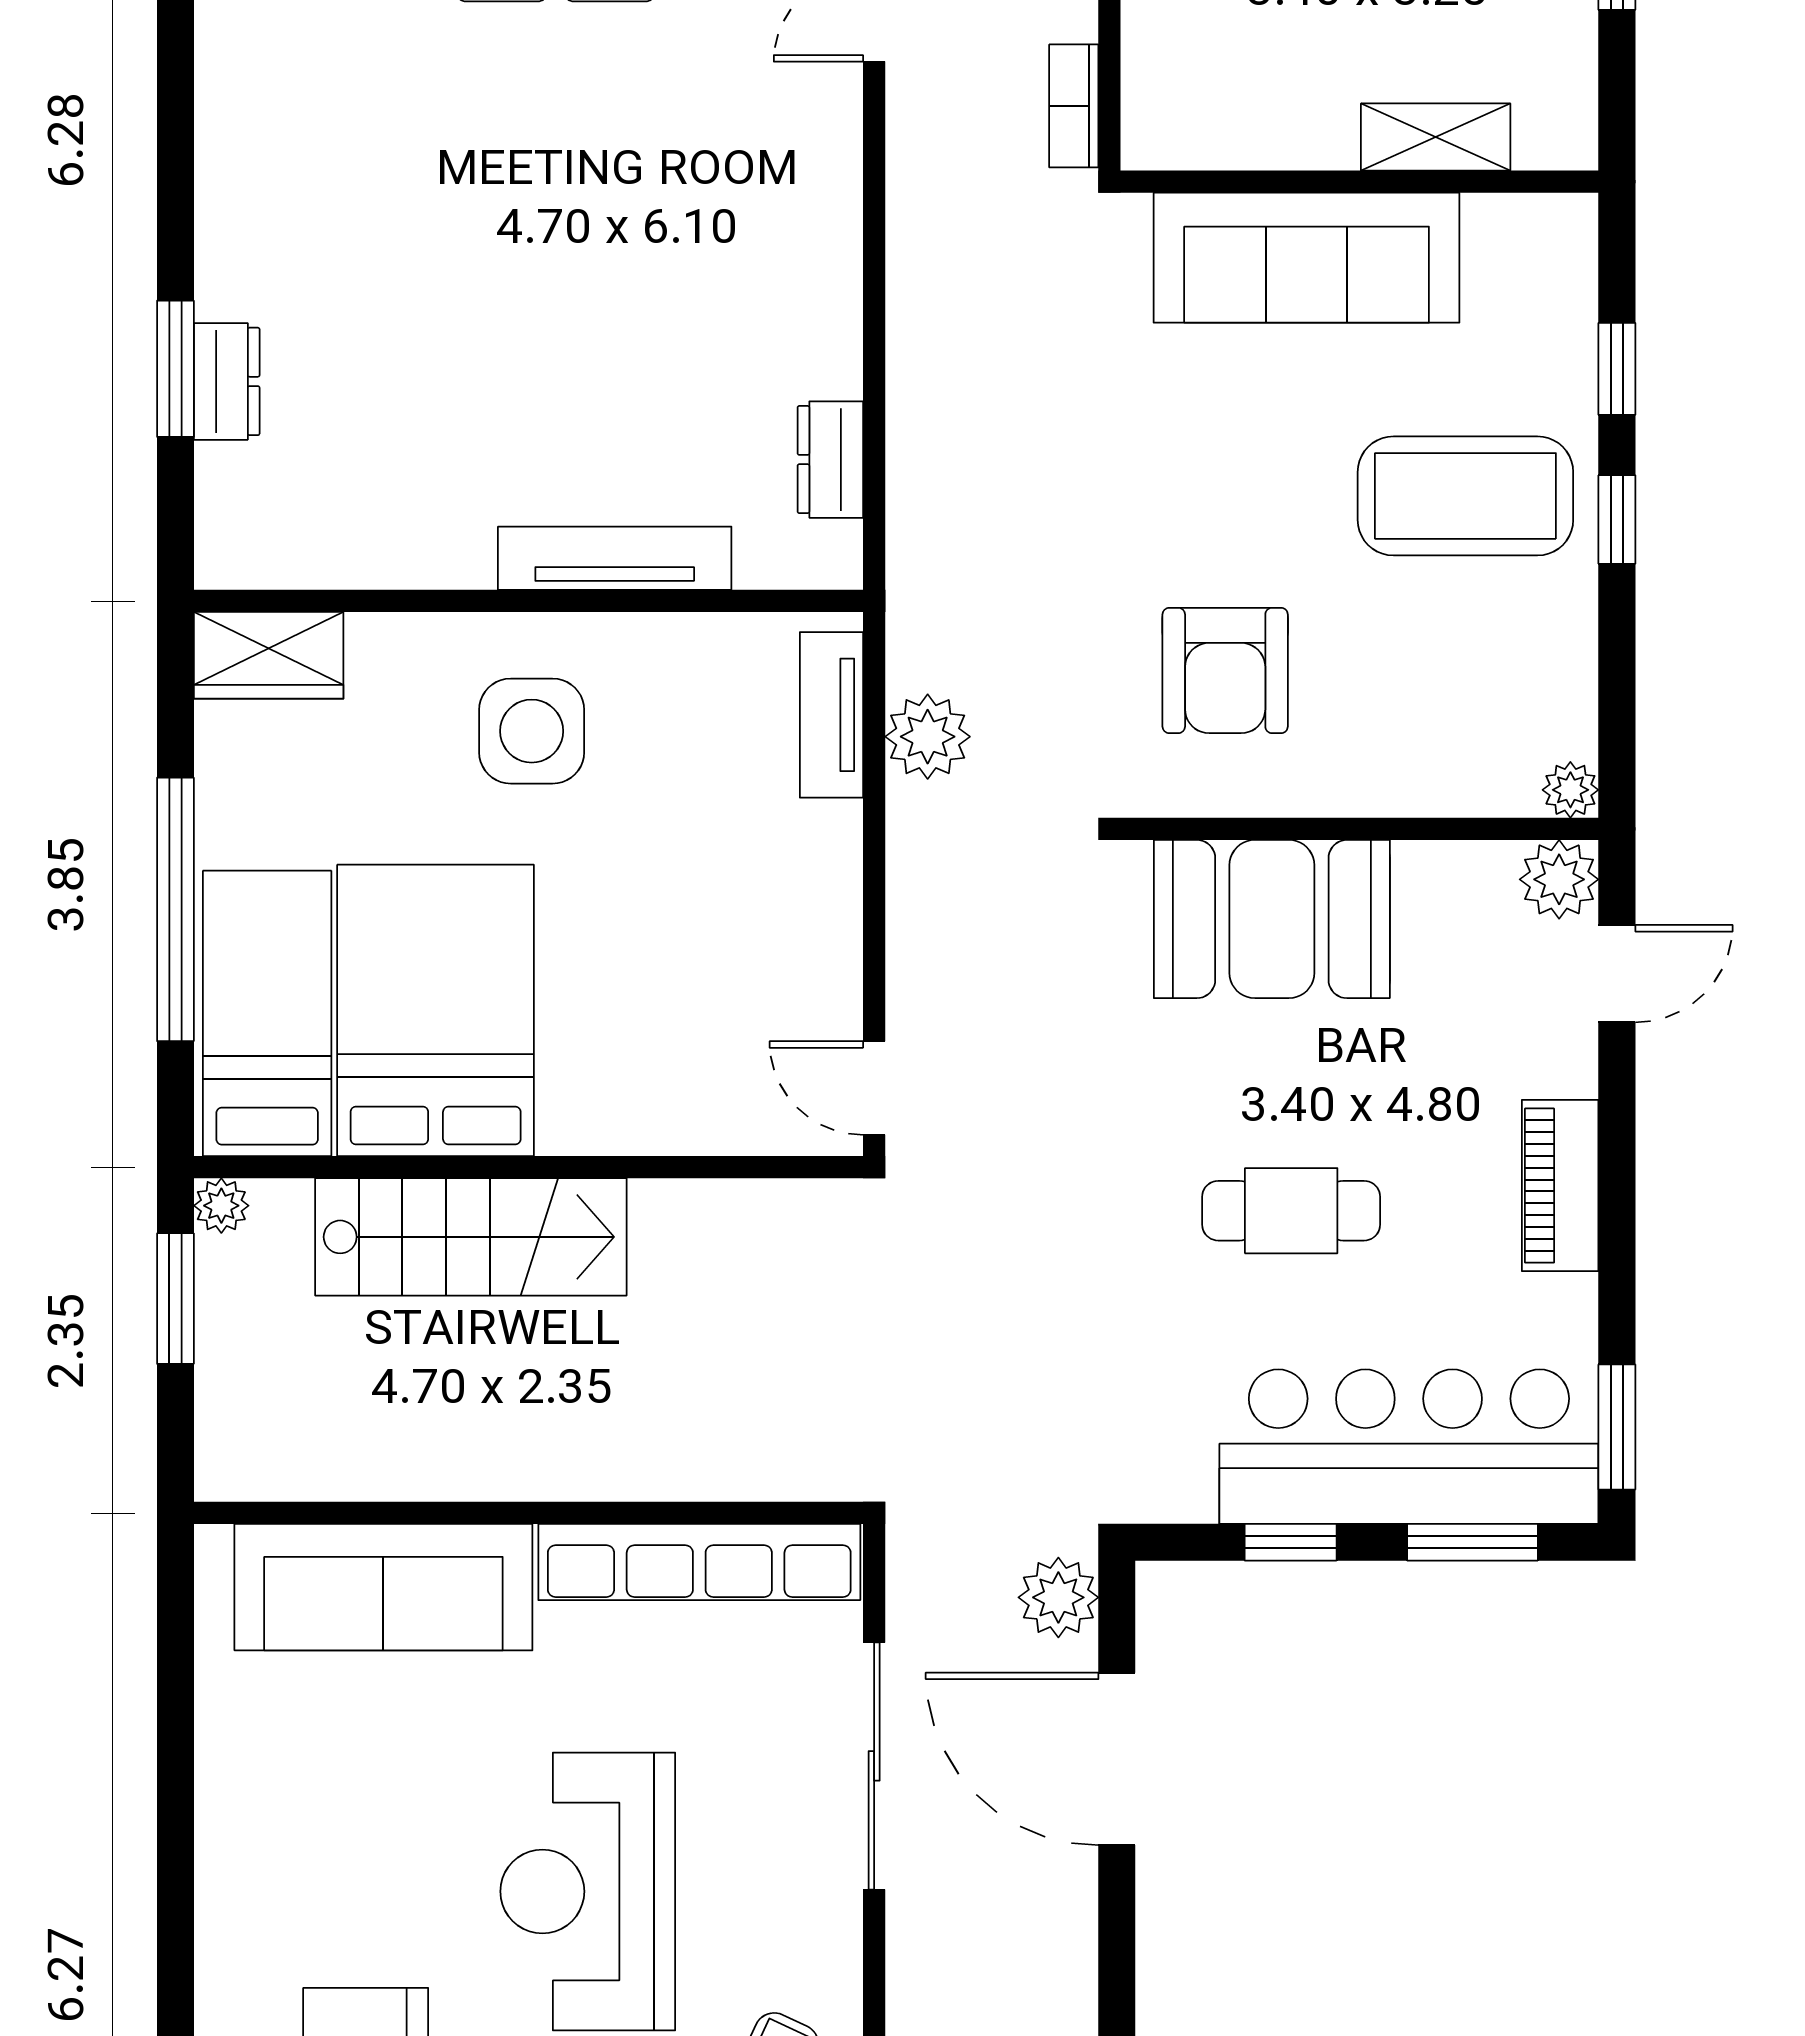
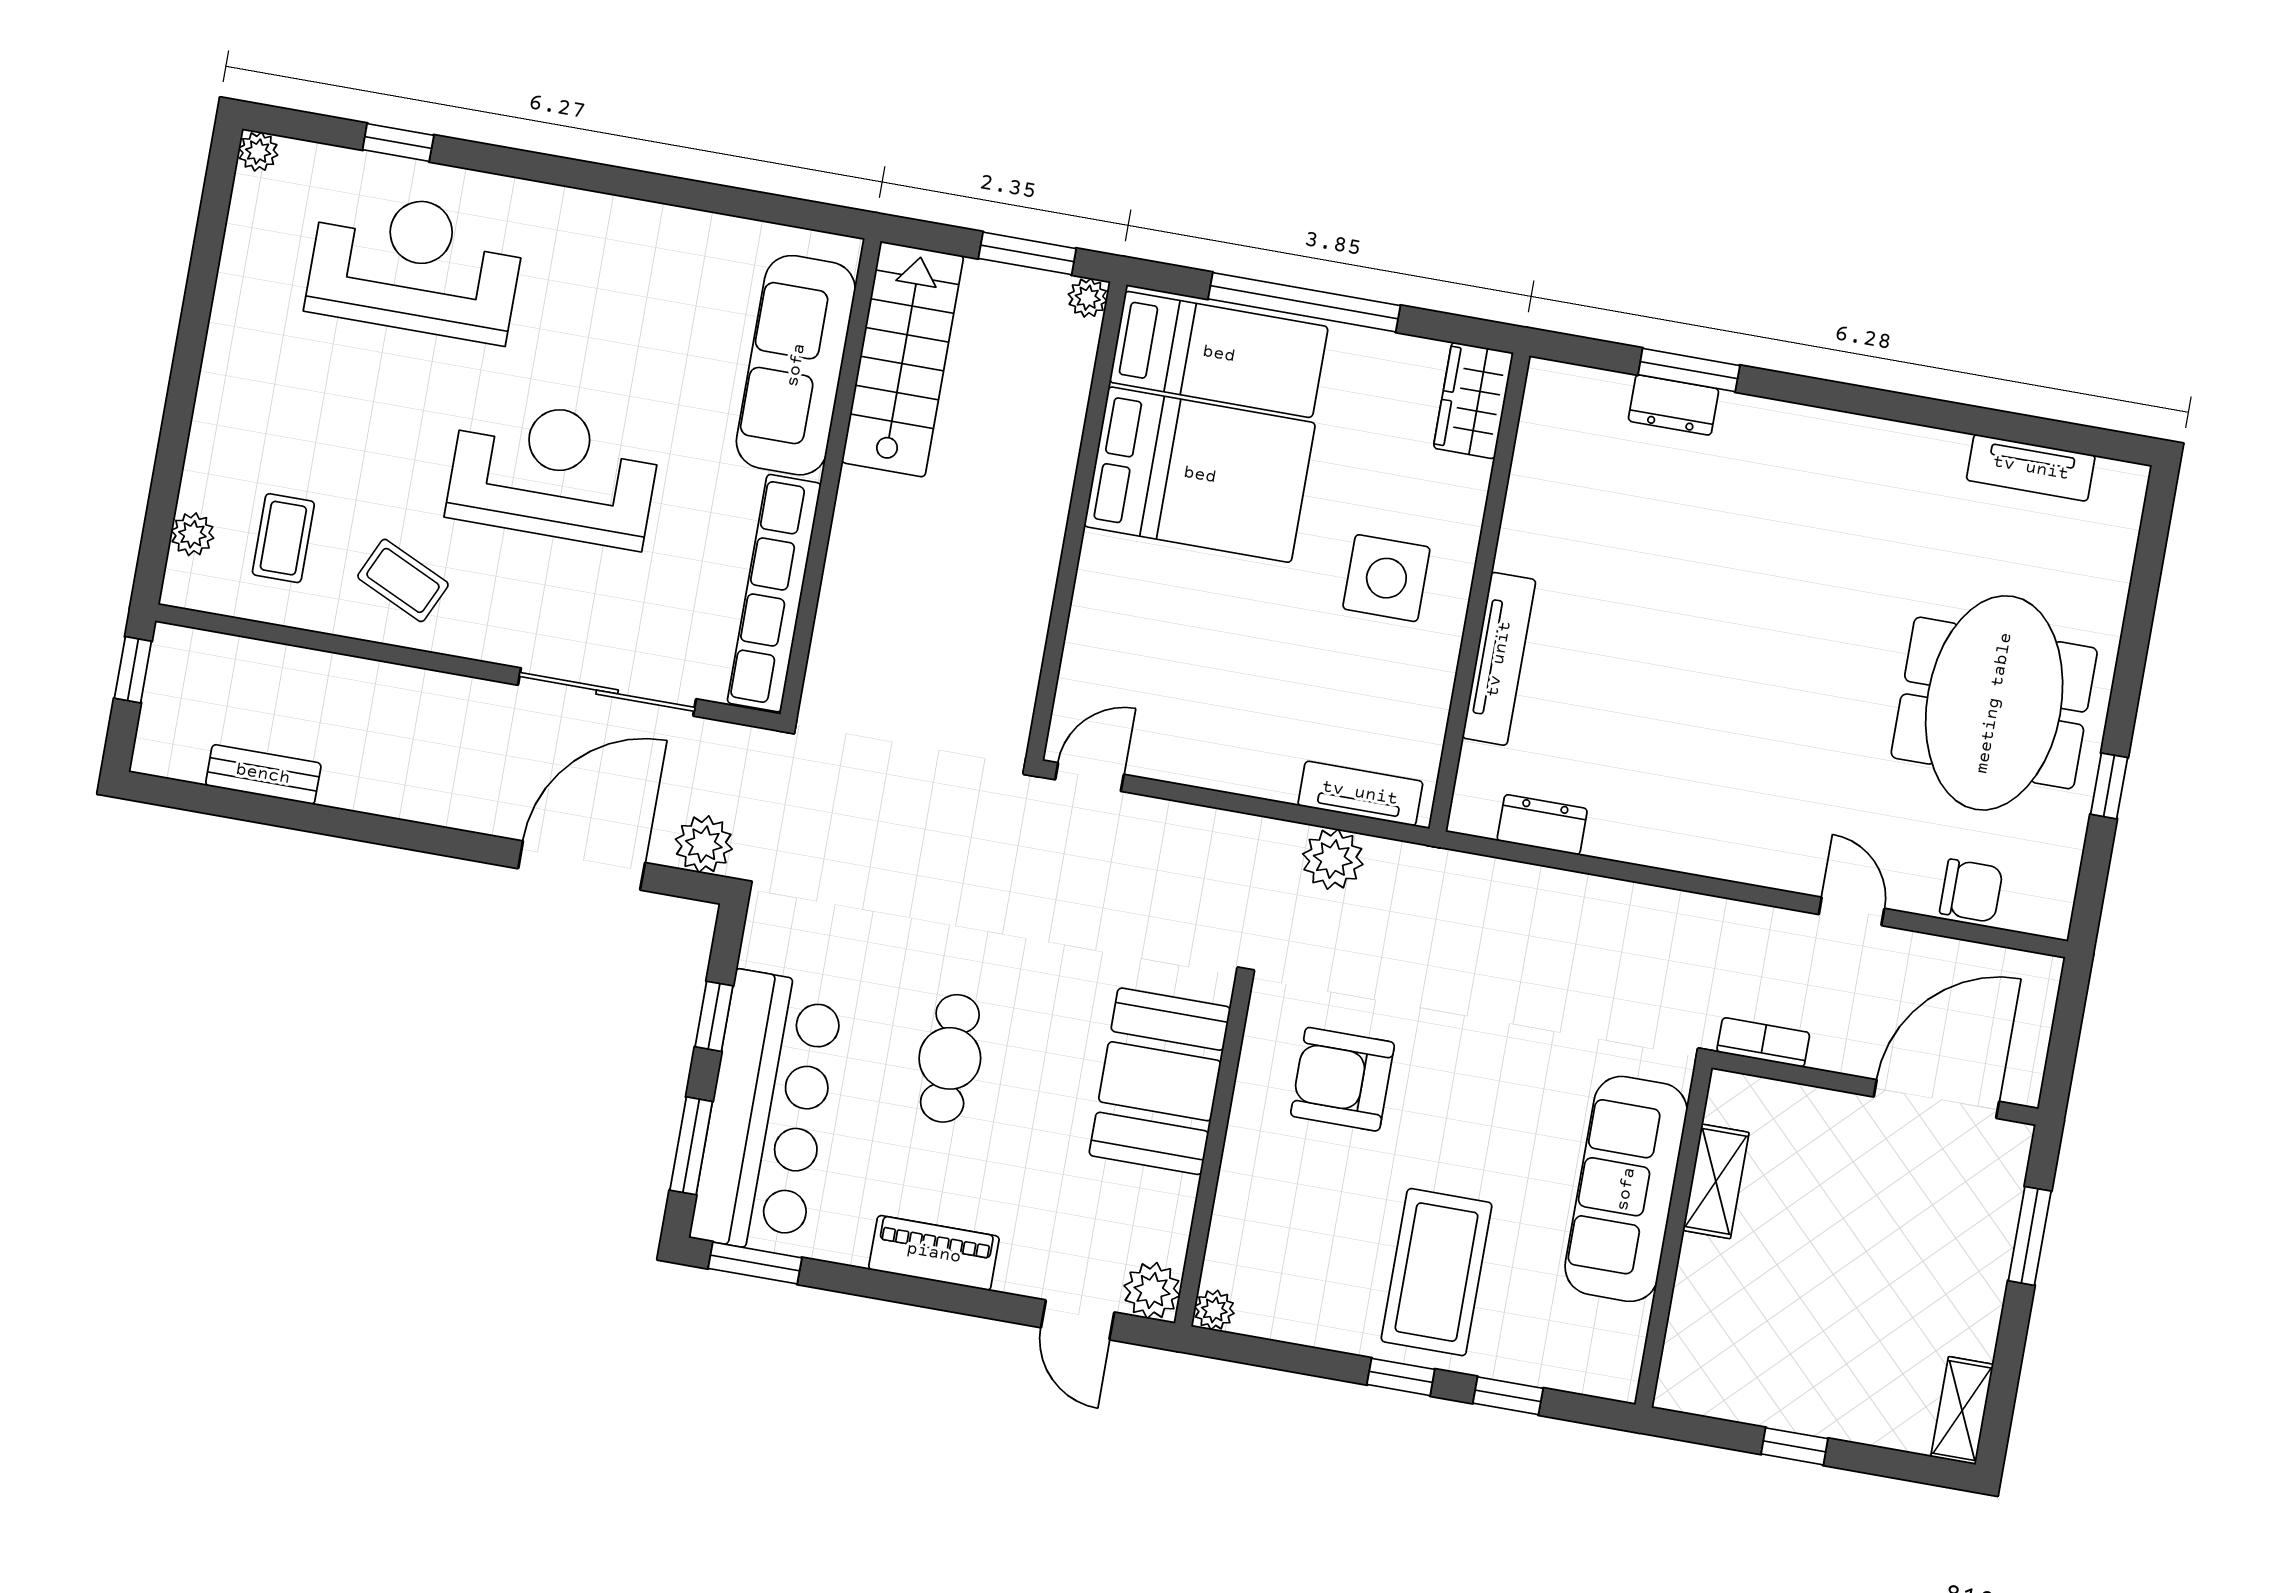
shelving: (1436, 137) -> (1716, 1181), moved
stairs: (471, 1237) -> (903, 359), moved, turned 180

